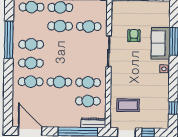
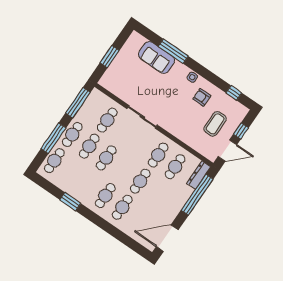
armchair: (134, 36) -> (202, 97), moved
window: (9, 40) -> (70, 202), width x0.47
sofa: (160, 43) -> (156, 58), moved
cafe table: (31, 44) -> (106, 158), moved
coffee table: (128, 105) -> (215, 124), moved

